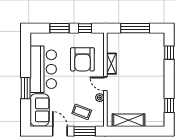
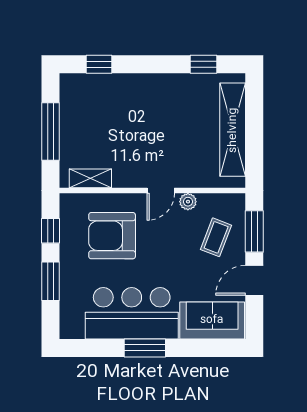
armchair: (82, 59) -> (112, 236), turned 180
shelving: (111, 64) -> (90, 178), moved
window: (26, 88) -> (145, 348), moved
shelving: (129, 120) -> (233, 130), width x1.47

